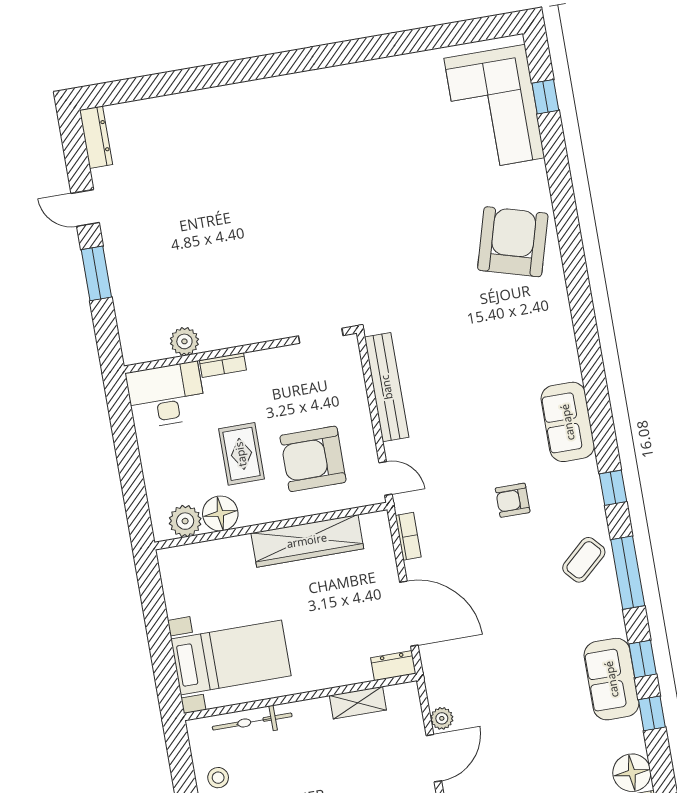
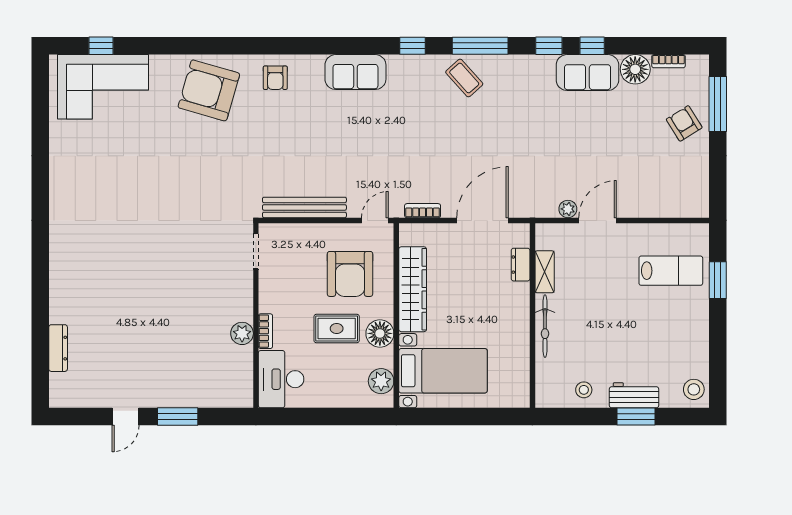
dresser: (96, 137) -> (58, 348), moved, turned 90
plant: (184, 341) -> (242, 333), moved
armchair: (513, 500) -> (275, 78), moved
floor lamp: (220, 514) -> (380, 333), moved
bed with nightstands: (231, 657) -> (443, 371), moved, turned 90
dresser: (393, 666) -> (521, 265), moved
sofa: (612, 679) -> (587, 73), moved
bicycle: (252, 722) -> (545, 326), moved
door: (434, 758) -> (598, 220), hinge flipped

